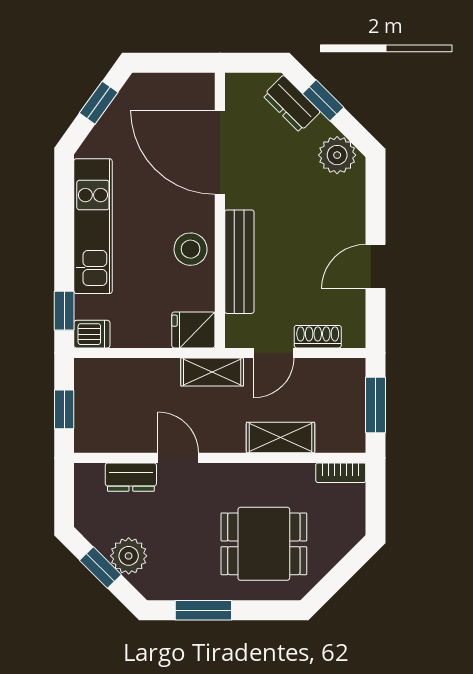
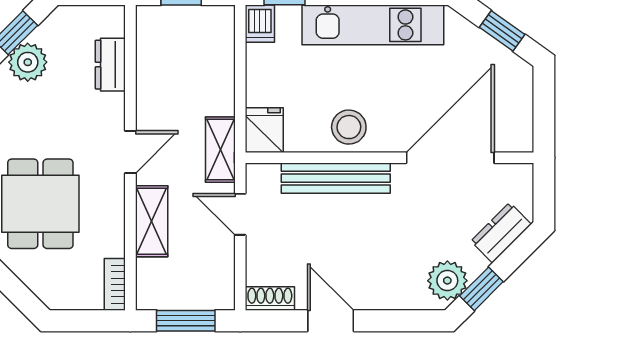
window: (323, 100) -> (481, 289), moved
shoe rack: (318, 337) -> (270, 299), moved, turned -90
door: (178, 458) -> (130, 152), moved

